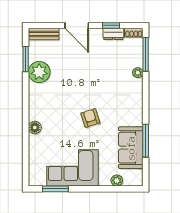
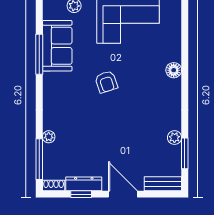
dresser: (113, 34) -> (84, 184), width x1.44
plant: (39, 72) -> (174, 138), width x0.53, depth x0.53

